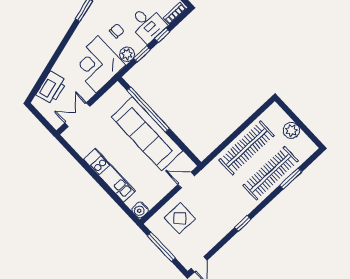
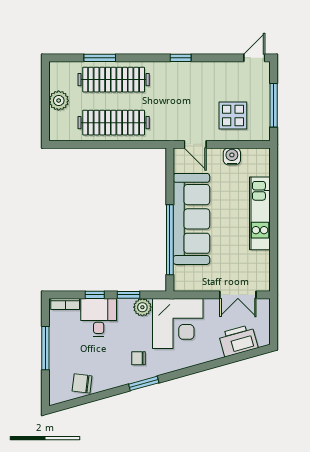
chair: (117, 31) -> (139, 358), moved
water cooler: (140, 210) -> (232, 156), moved, turned -90

